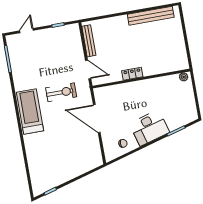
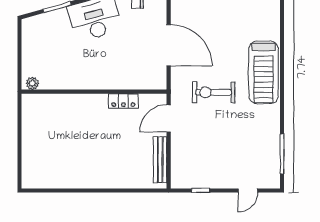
bench: (151, 16) -> (64, 180), removed
door: (88, 69) -> (169, 118), hinge flipped
locker: (132, 74) -> (123, 101), moved

